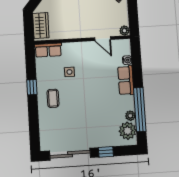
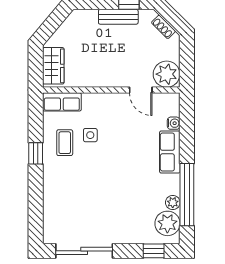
plant: (124, 31) -> (167, 74), width x1.88, depth x1.88
coffee table: (53, 98) -> (65, 143), moved
window: (106, 152) -> (154, 251), moved

